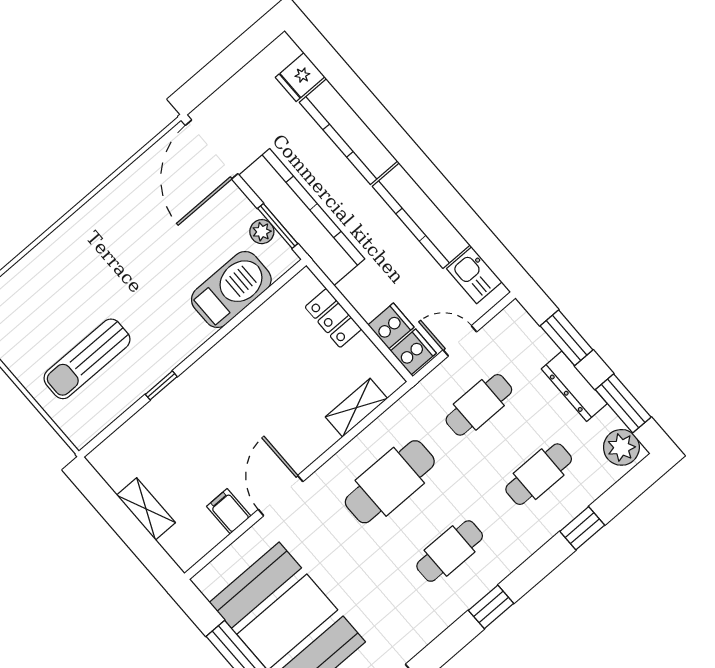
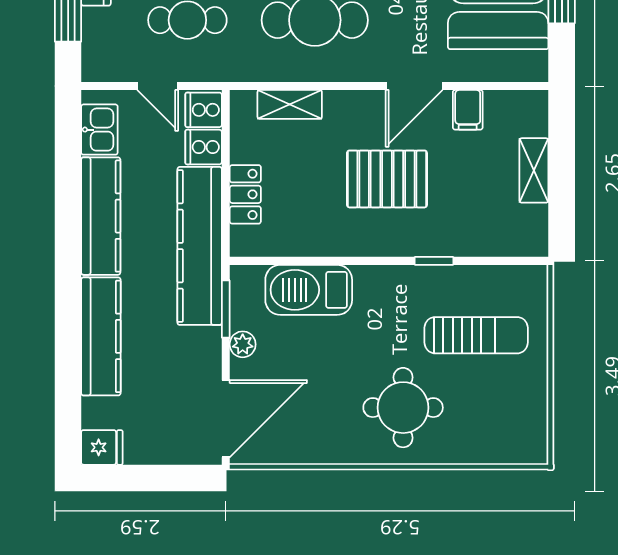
fridge: (300, 77) -> (102, 447), moved
kitchen counter: (302, 217) -> (200, 246), moved
plant: (262, 232) -> (243, 344), moved
round table: (94, 264) -> (403, 408), added
pallet: (244, 414) -> (387, 179), added

